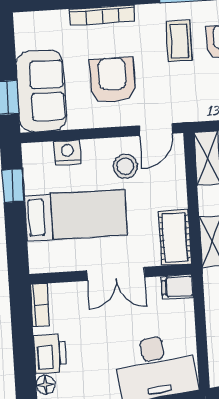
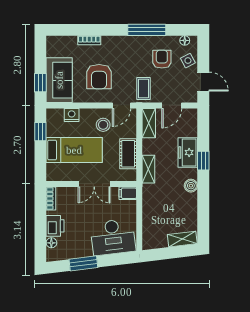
bookcase: (102, 15) -> (89, 40), width x0.64
coffee table: (179, 41) -> (143, 88), moved
armchair: (112, 80) -> (99, 77), turned 180
cot: (175, 237) -> (128, 154), moved

